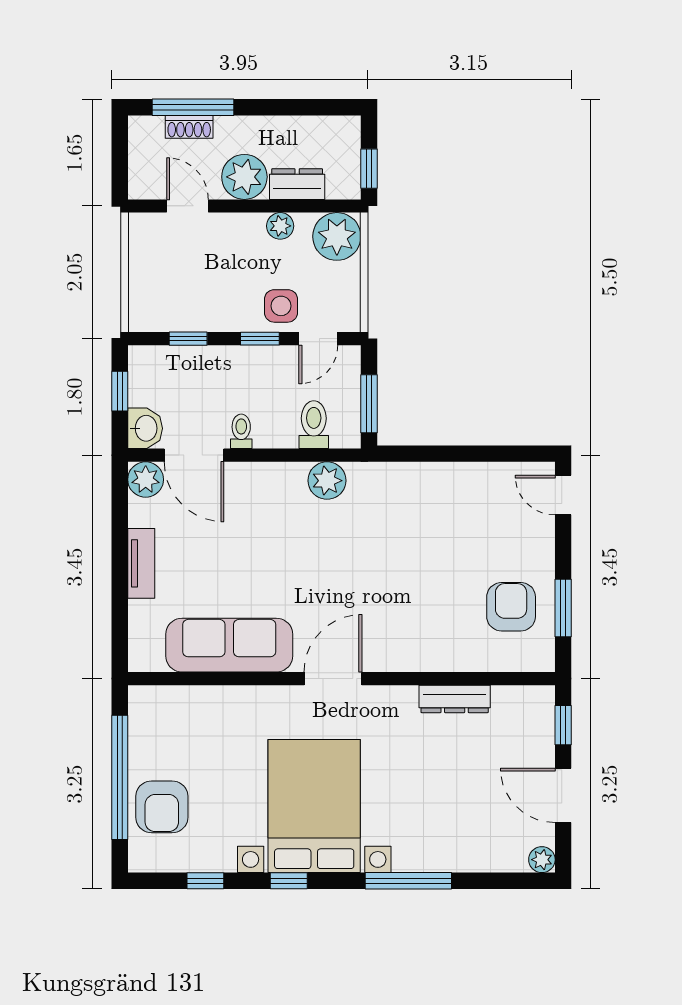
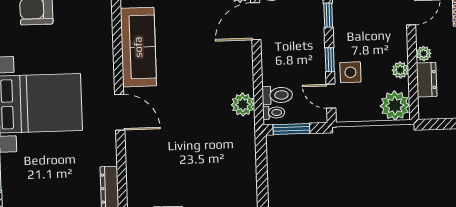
window: (369, 169) -> (438, 124), removed
plant: (244, 177) -> (424, 54), width x0.53, depth x0.53
toilet: (241, 431) -> (274, 113), moved

